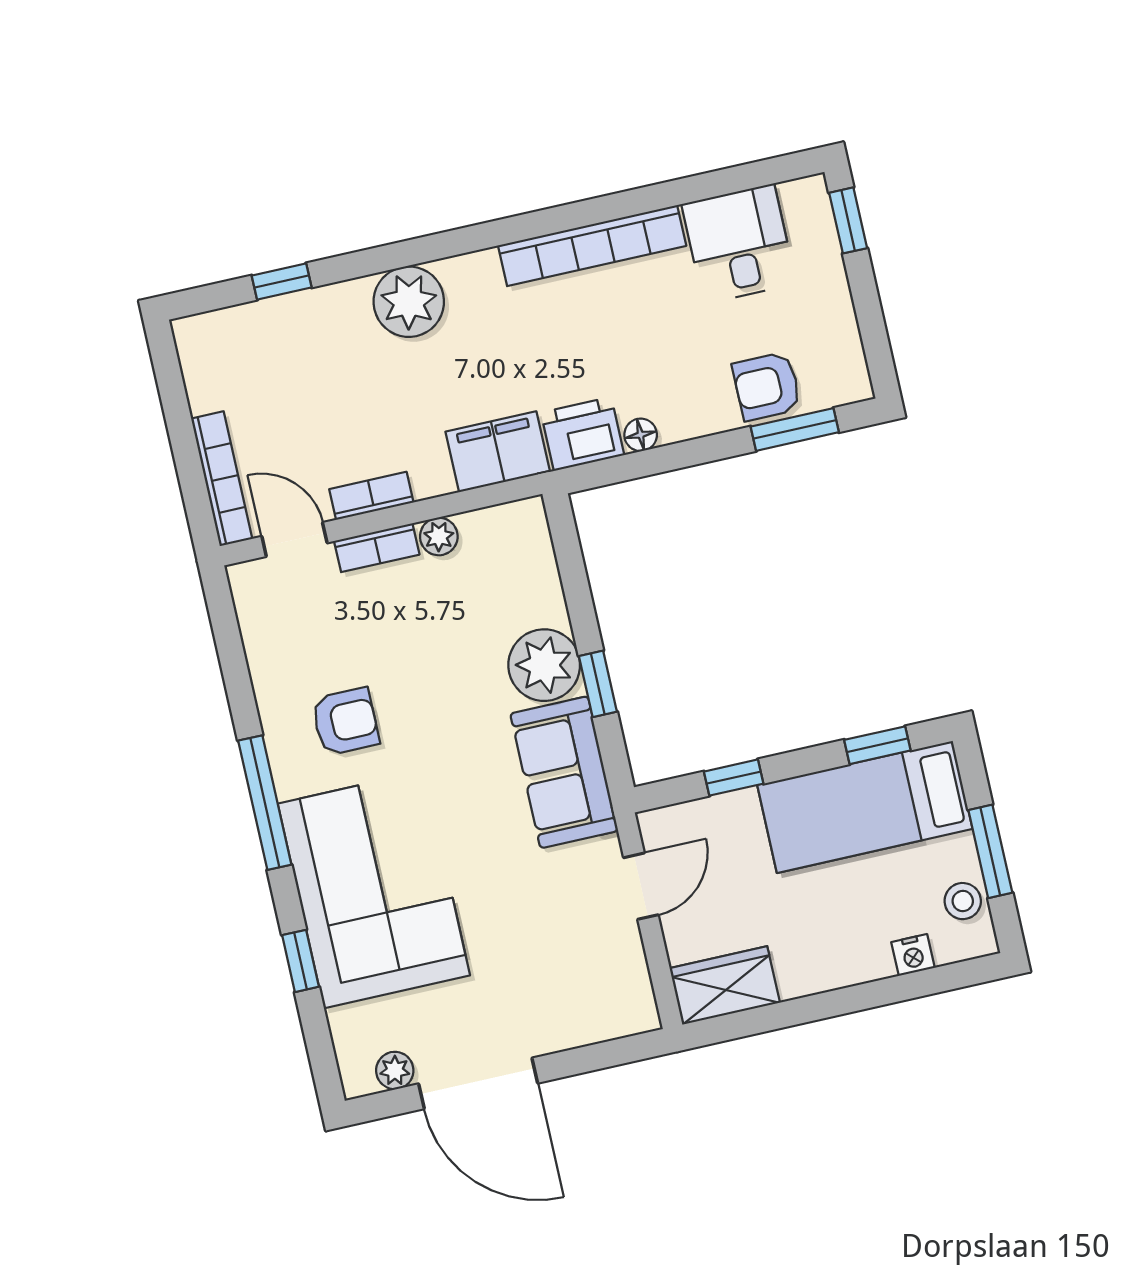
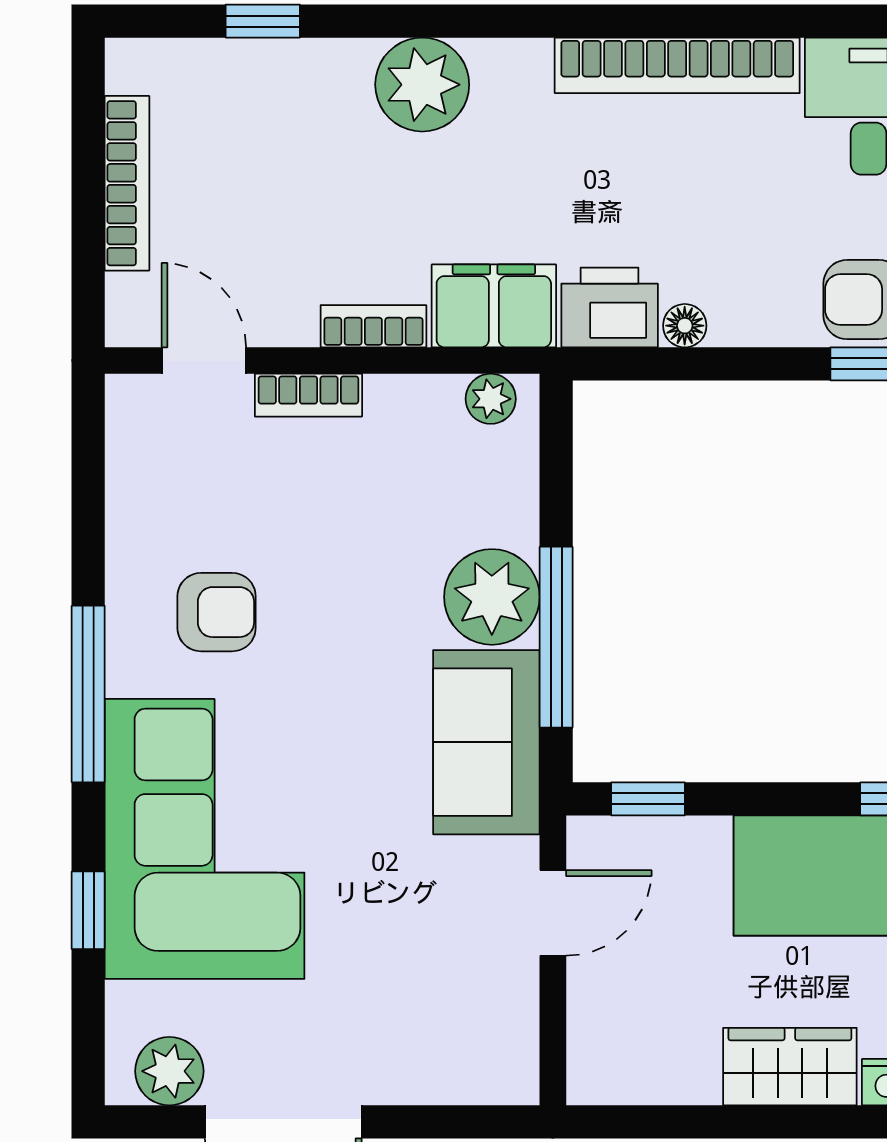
bookcase: (222, 479) -> (127, 183), moved
bookcase: (371, 496) -> (373, 326), moved
plant: (439, 536) -> (491, 399), moved
window: (598, 684) -> (556, 637), width x2.17
window: (734, 778) -> (648, 799), moved
wardrobe: (725, 985) -> (790, 1067), moved
plant: (395, 1070) -> (169, 1071), width x1.38, depth x1.38

